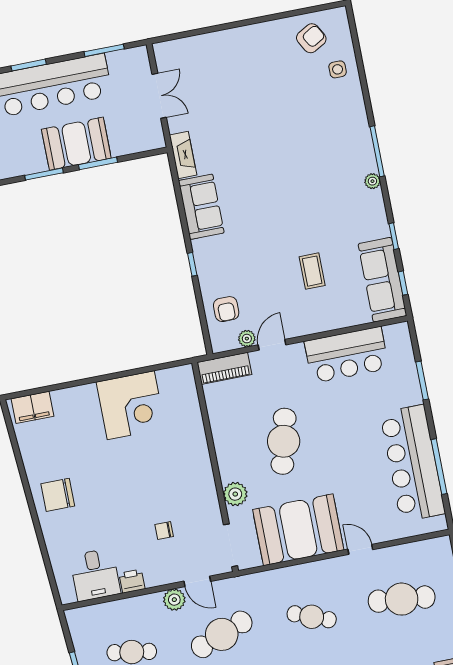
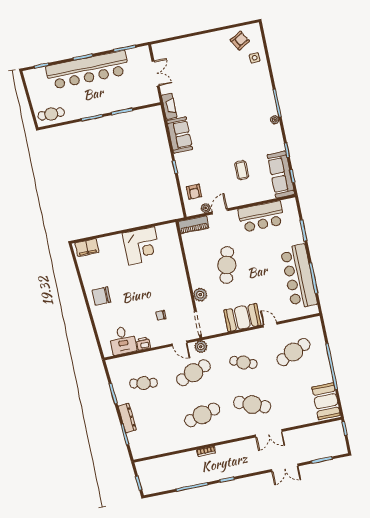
booth: (76, 144) -> (110, 101), removed
booth: (298, 530) -> (242, 318), width x0.73, depth x0.70
cafe table: (402, 599) -> (293, 352), turned -30
plant: (174, 600) -> (201, 347), moved

